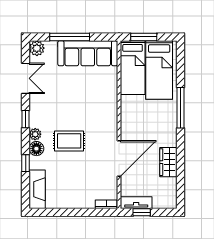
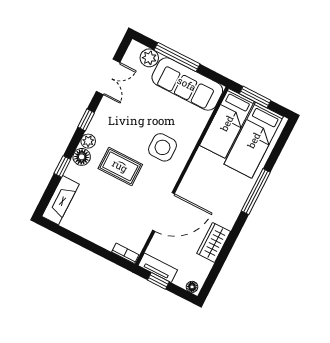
plant: (37, 48) -> (149, 58), moved
side table: (93, 110) -> (163, 147), added
floor lamp: (169, 204) -> (192, 287), added

